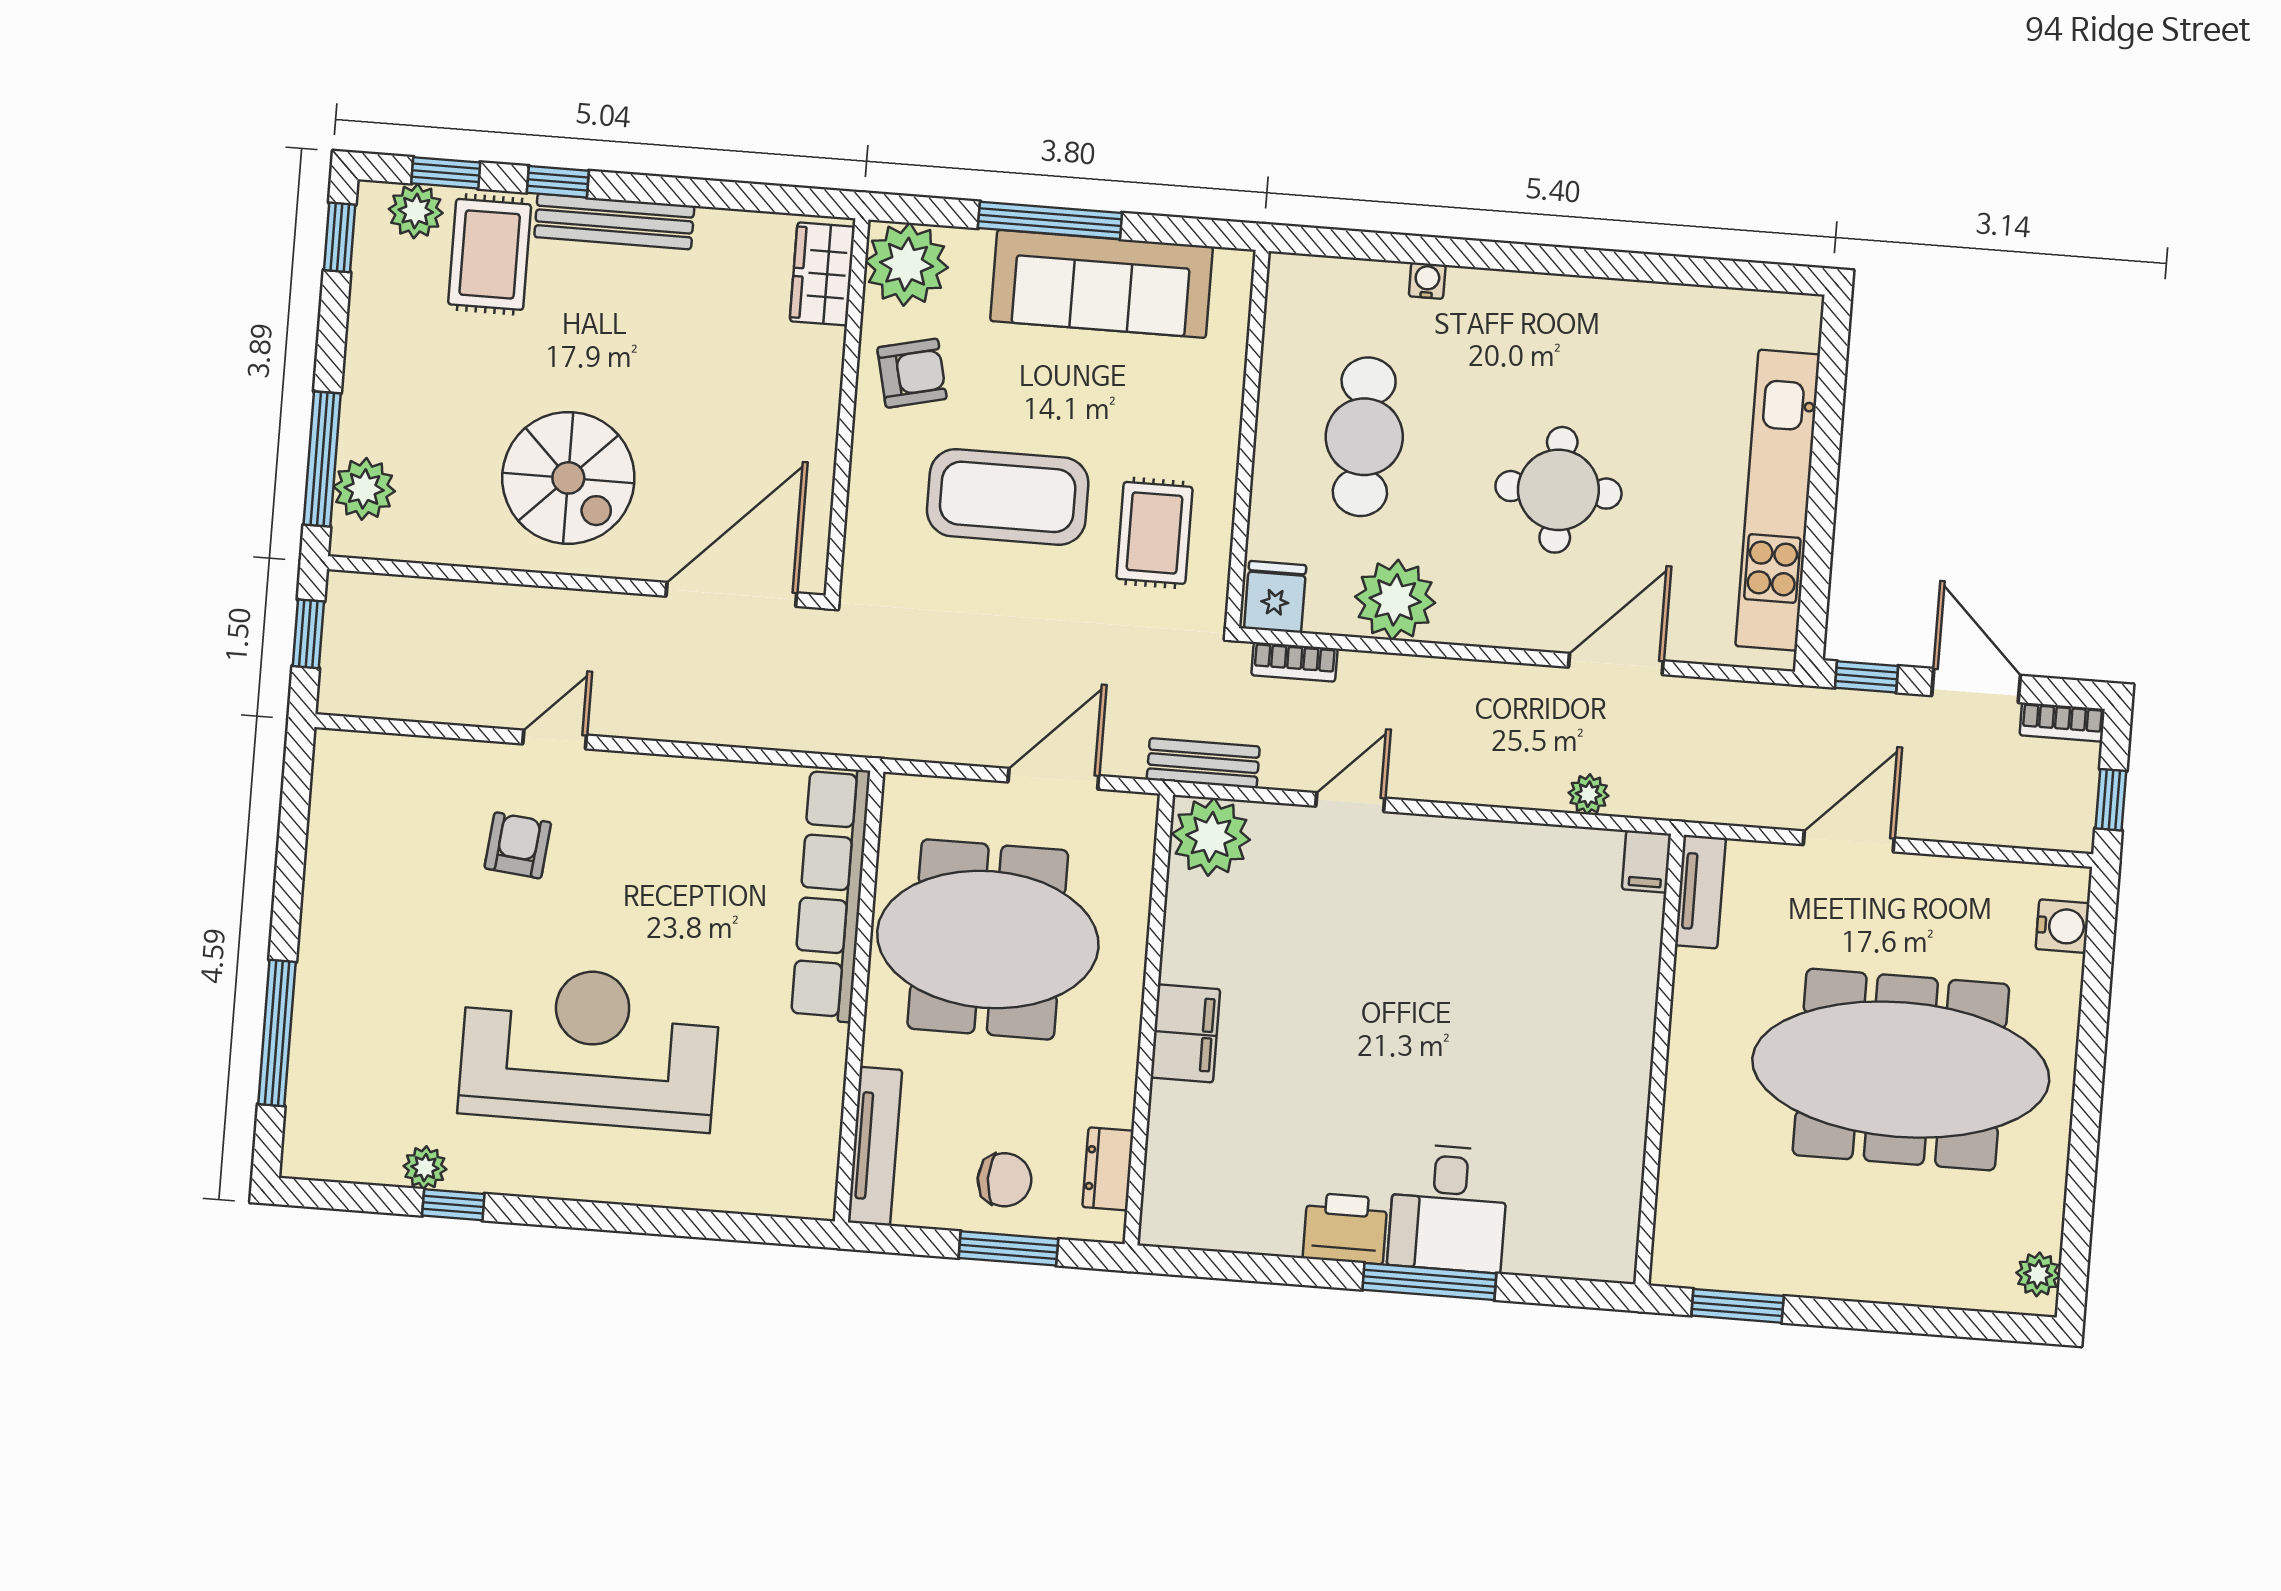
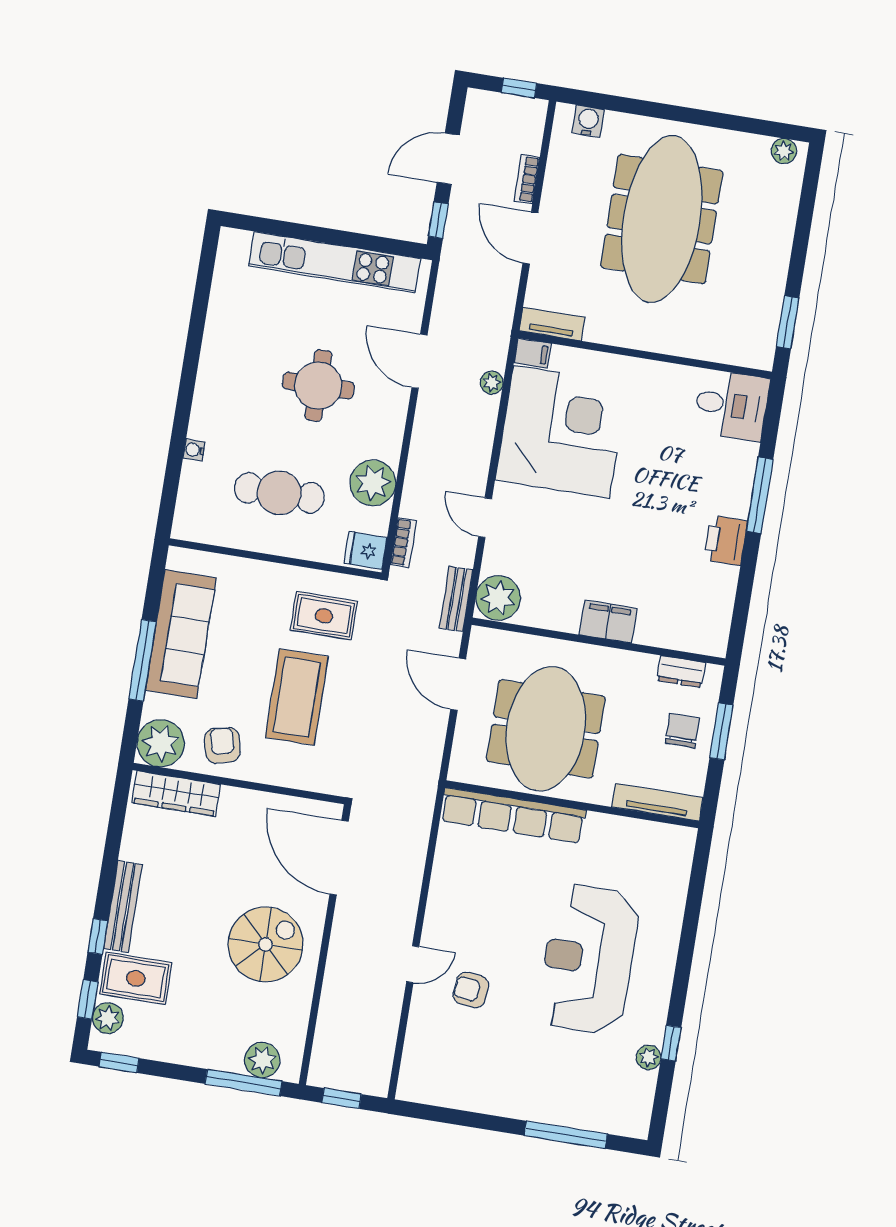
wardrobe: (822, 274) -> (176, 794), width x1.50
bookcase: (2062, 722) -> (527, 179), moved, turned 180
door: (555, 739) -> (413, 964), swing flipped
corner desk: (1512, 924) -> (561, 432), added
desk: (1448, 1208) -> (731, 405), moved

